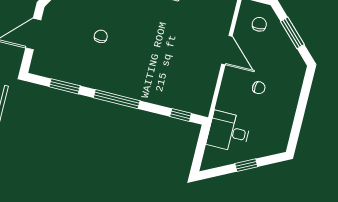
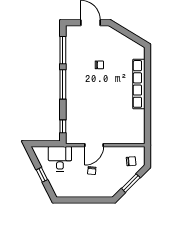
door: (227, 50) -> (94, 145), moved
window: (65, 86) -> (63, 50), width x1.44

